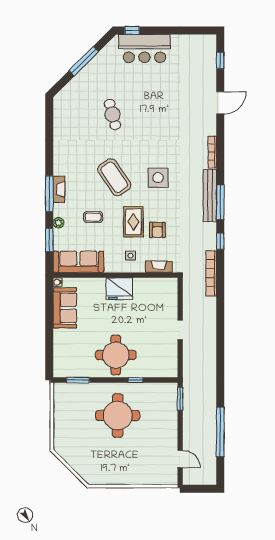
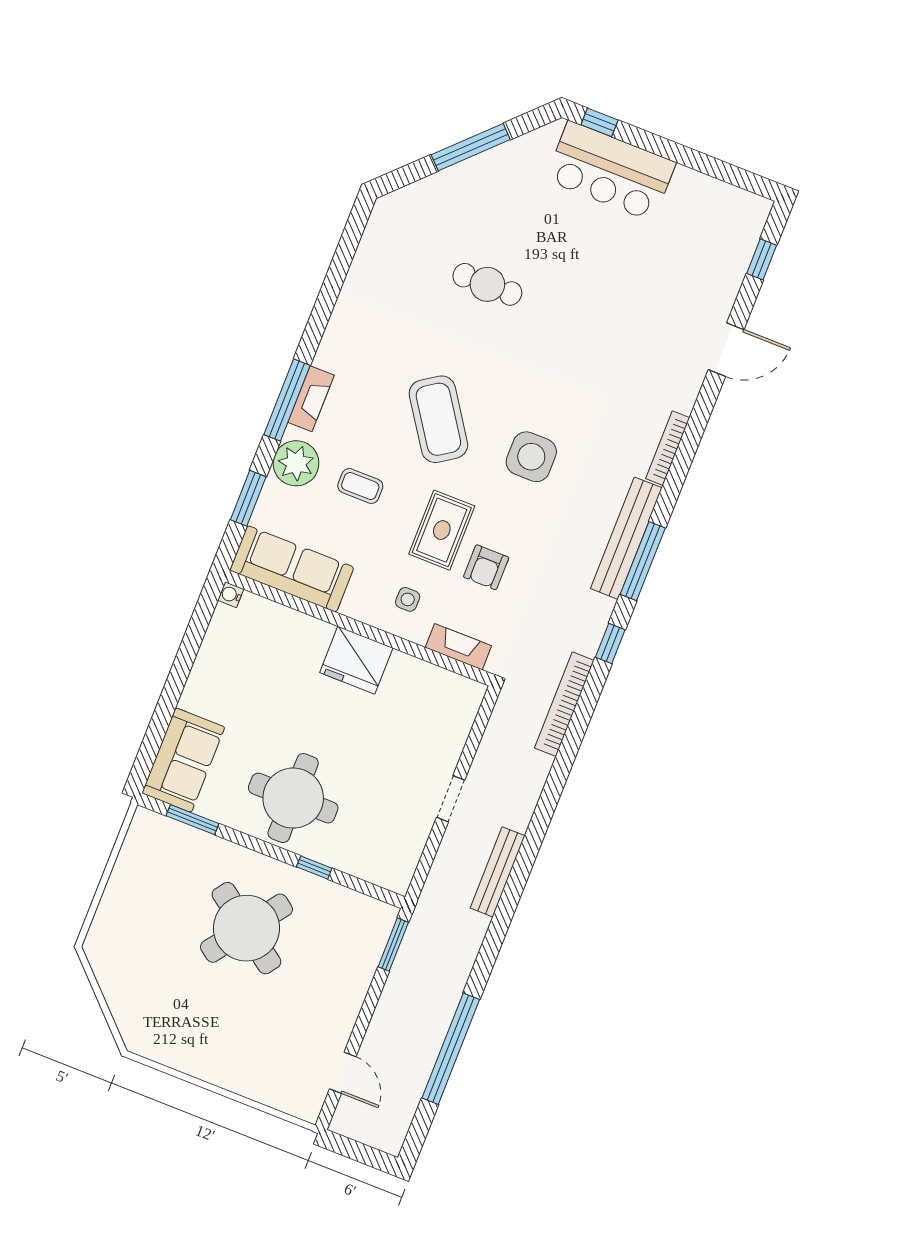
cafe table: (112, 114) -> (487, 284), turned -75
plant: (59, 223) -> (296, 463), width x1.88, depth x1.88
sofa: (65, 308) -> (183, 760), moved
bench: (211, 352) -> (498, 872), added
round table: (118, 416) -> (246, 928), turned 36

